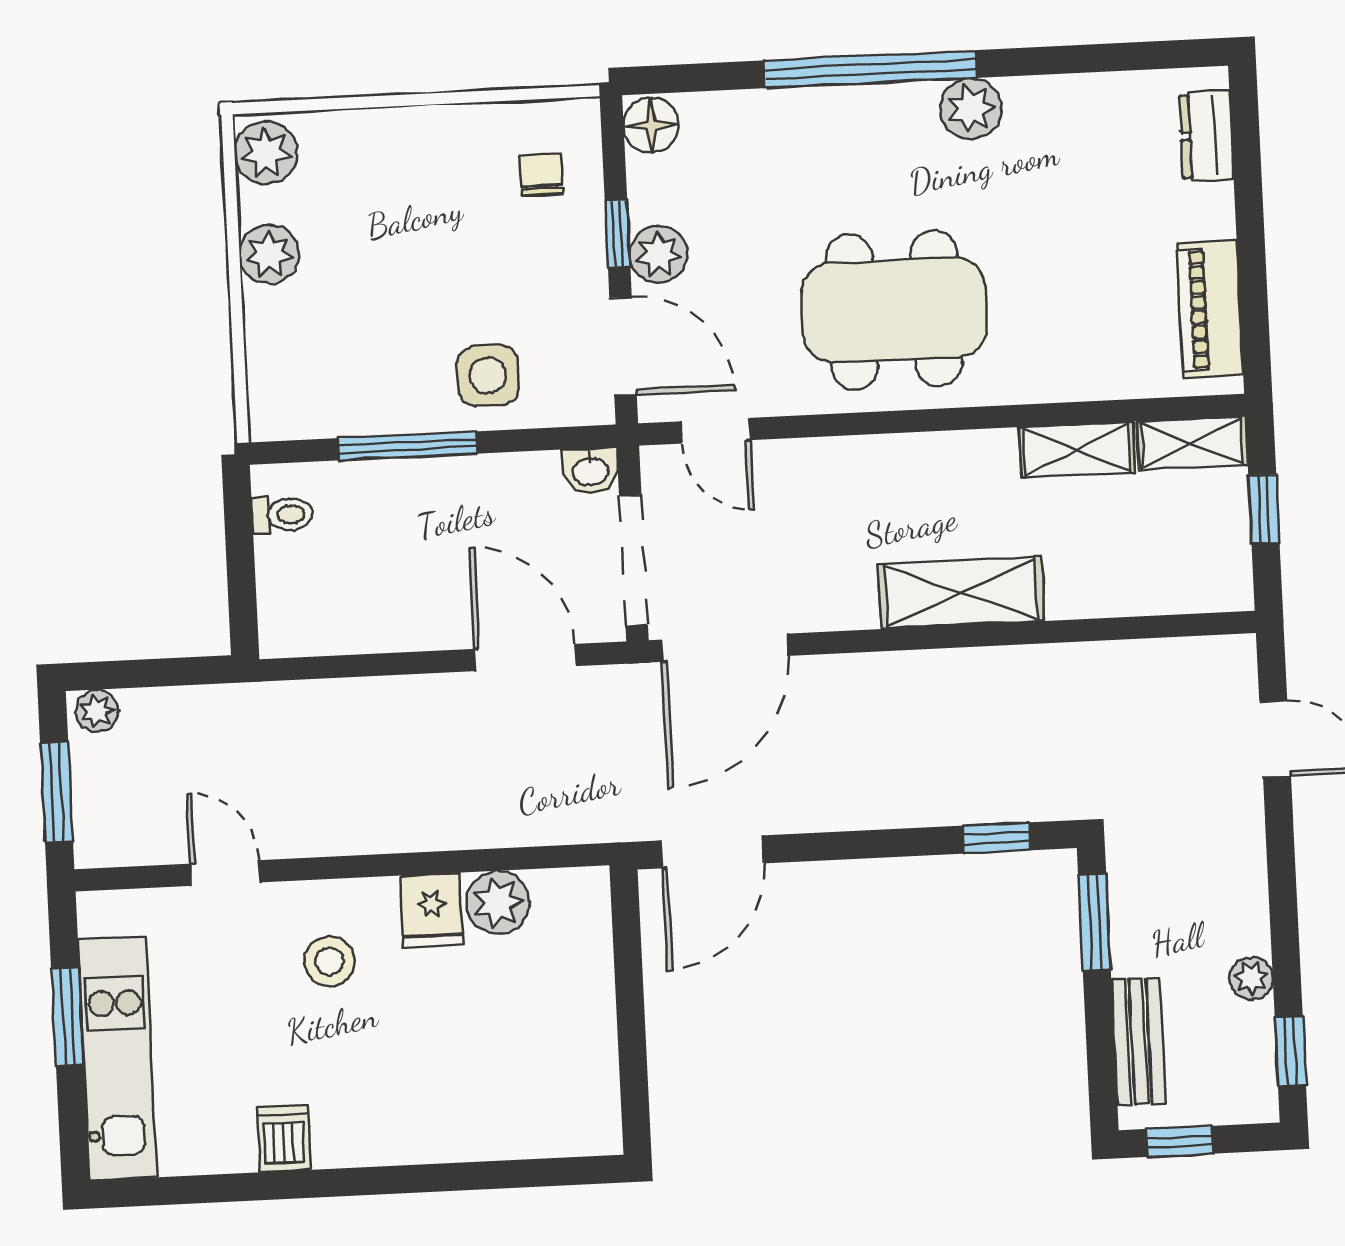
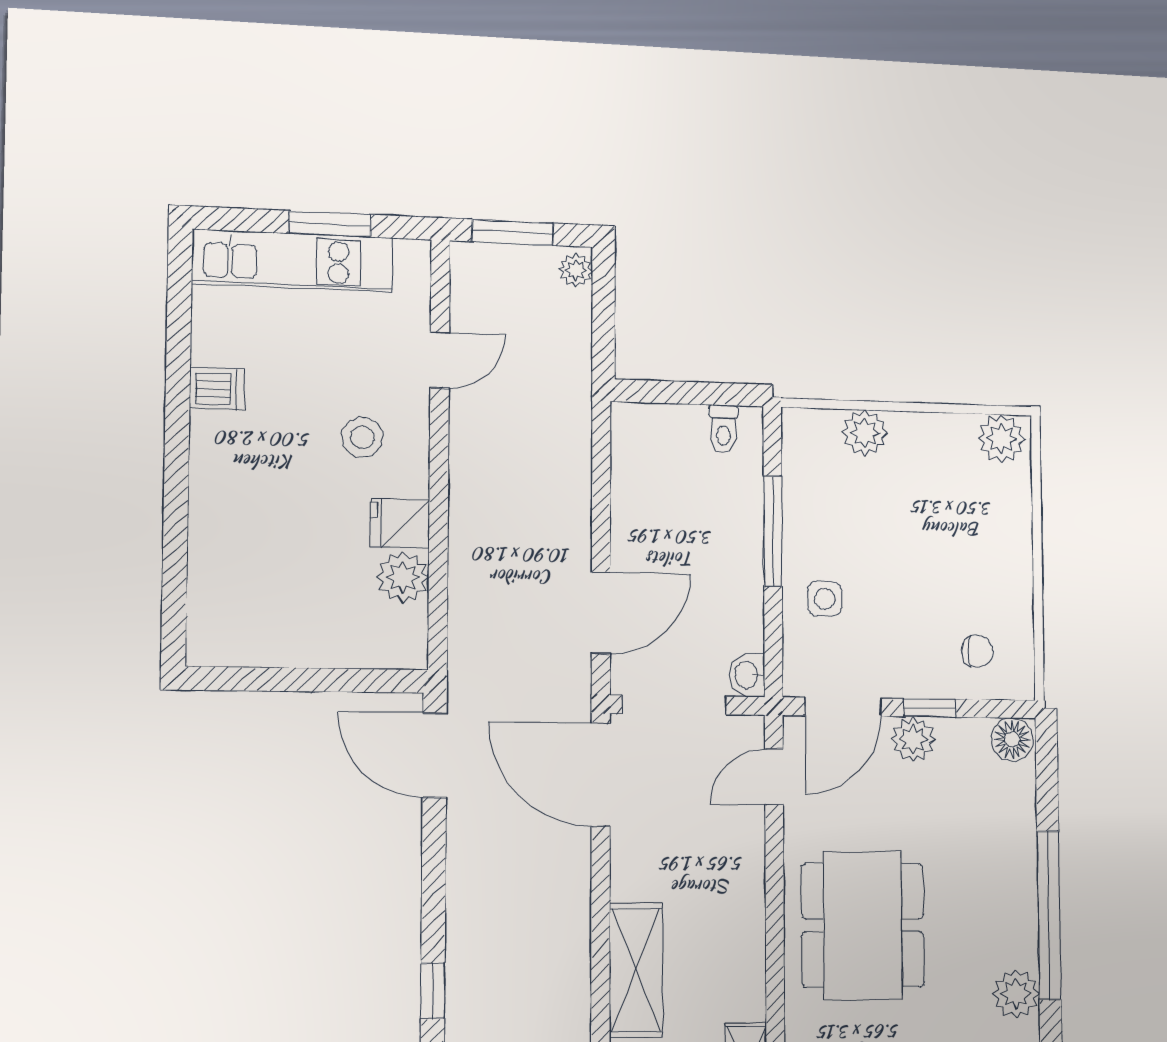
plant: (269, 254) -> (865, 433), moved
side table: (488, 375) -> (825, 599), width x0.73, depth x0.73

